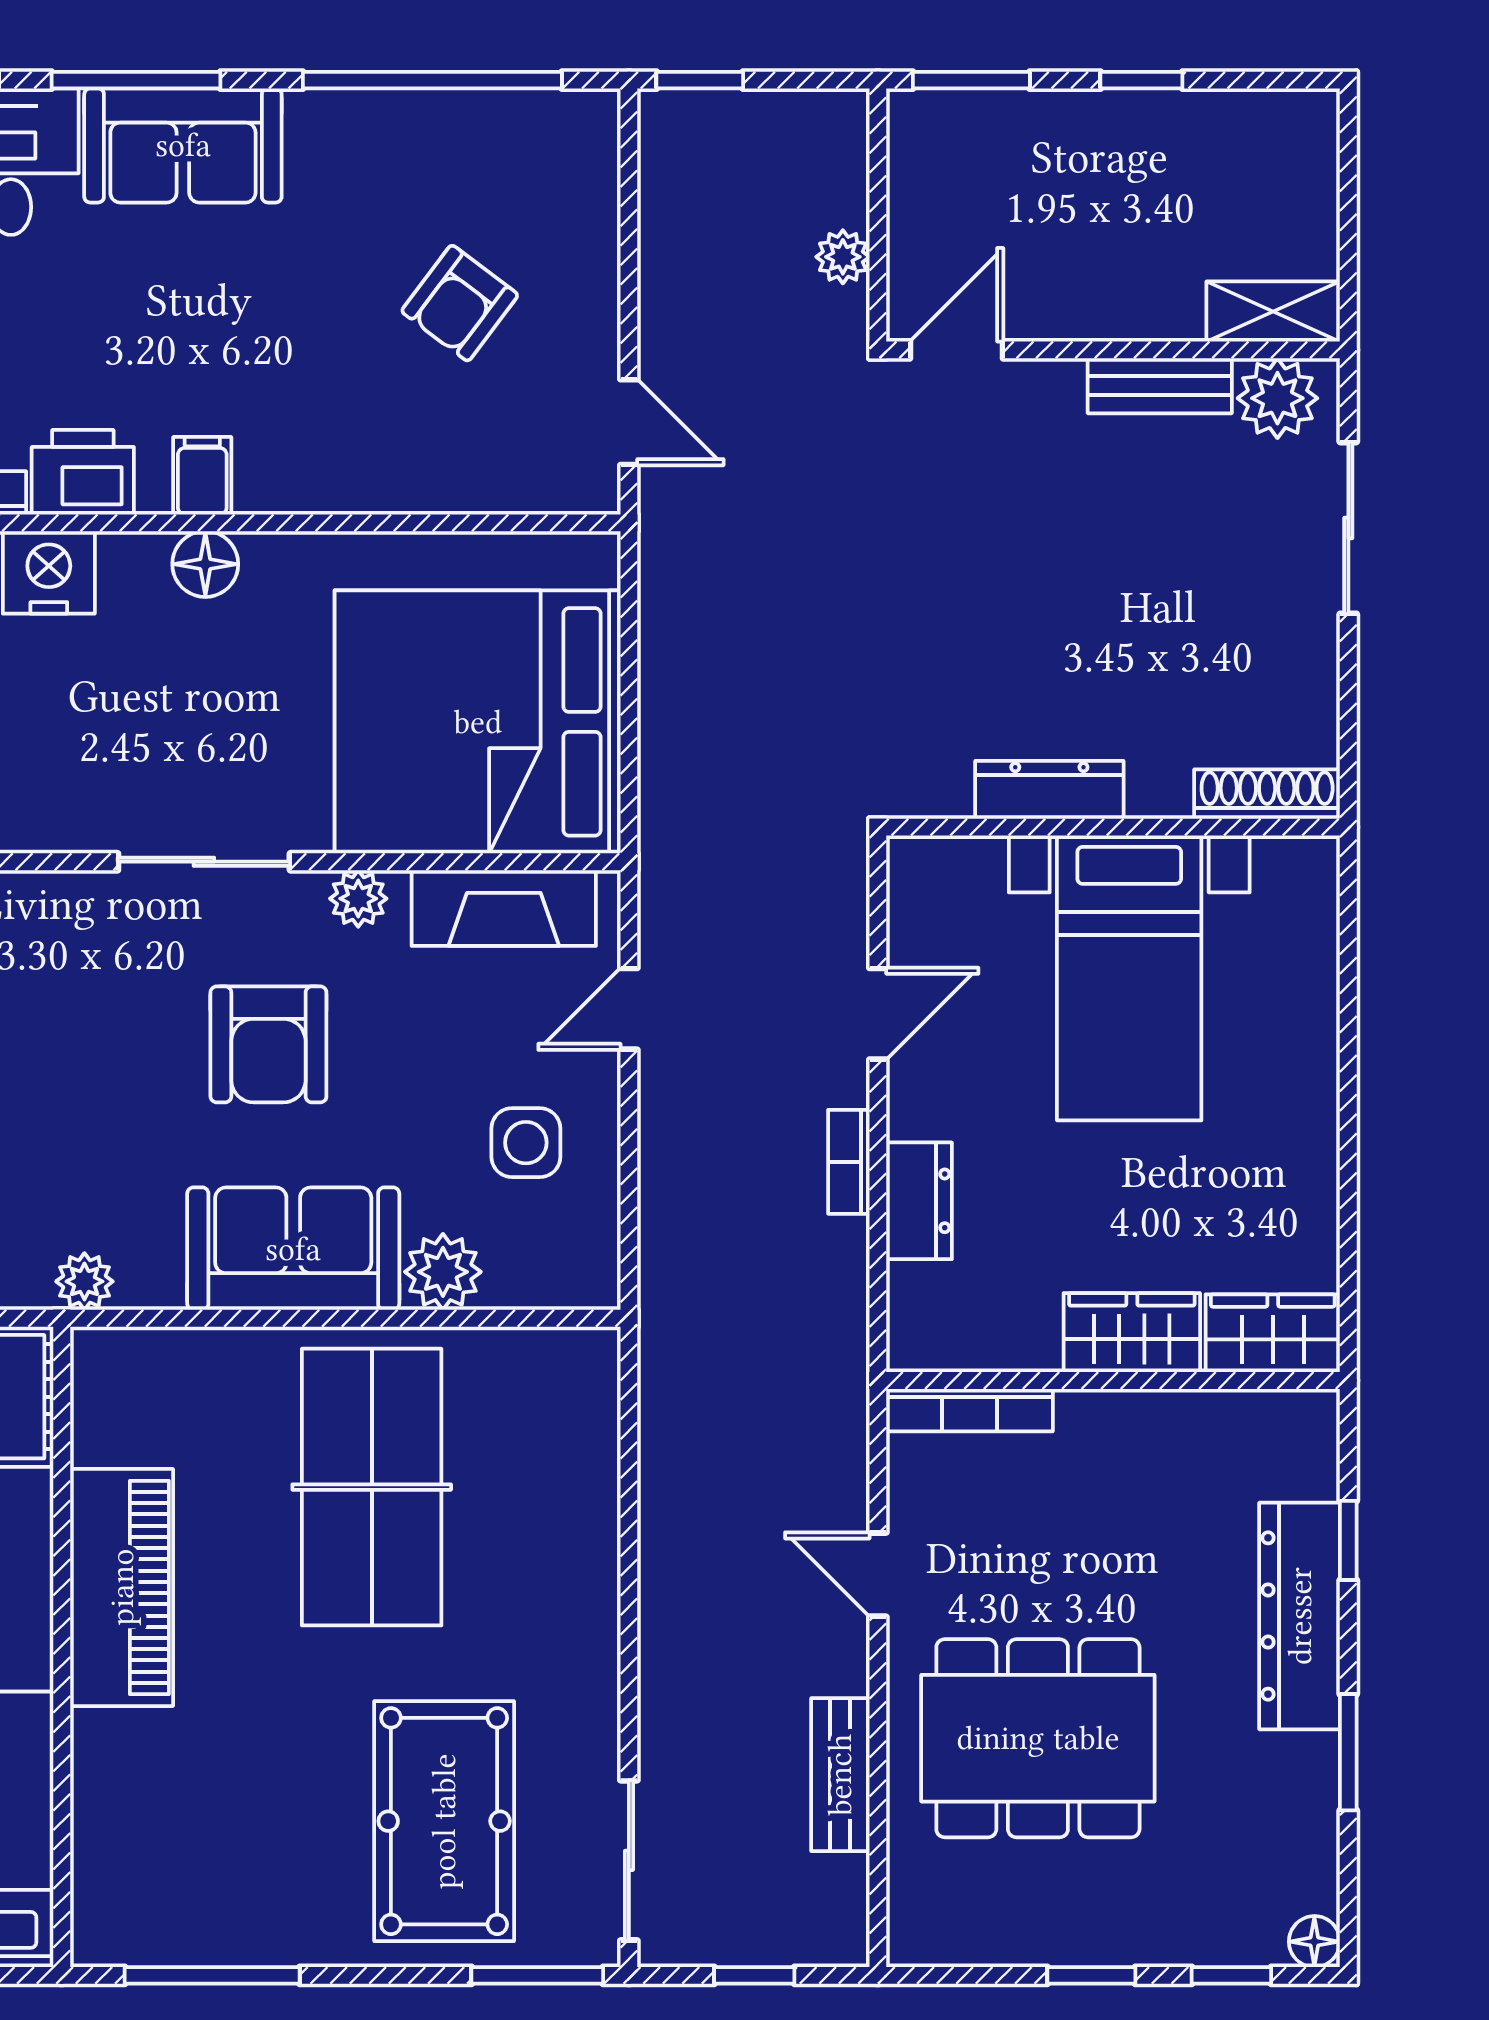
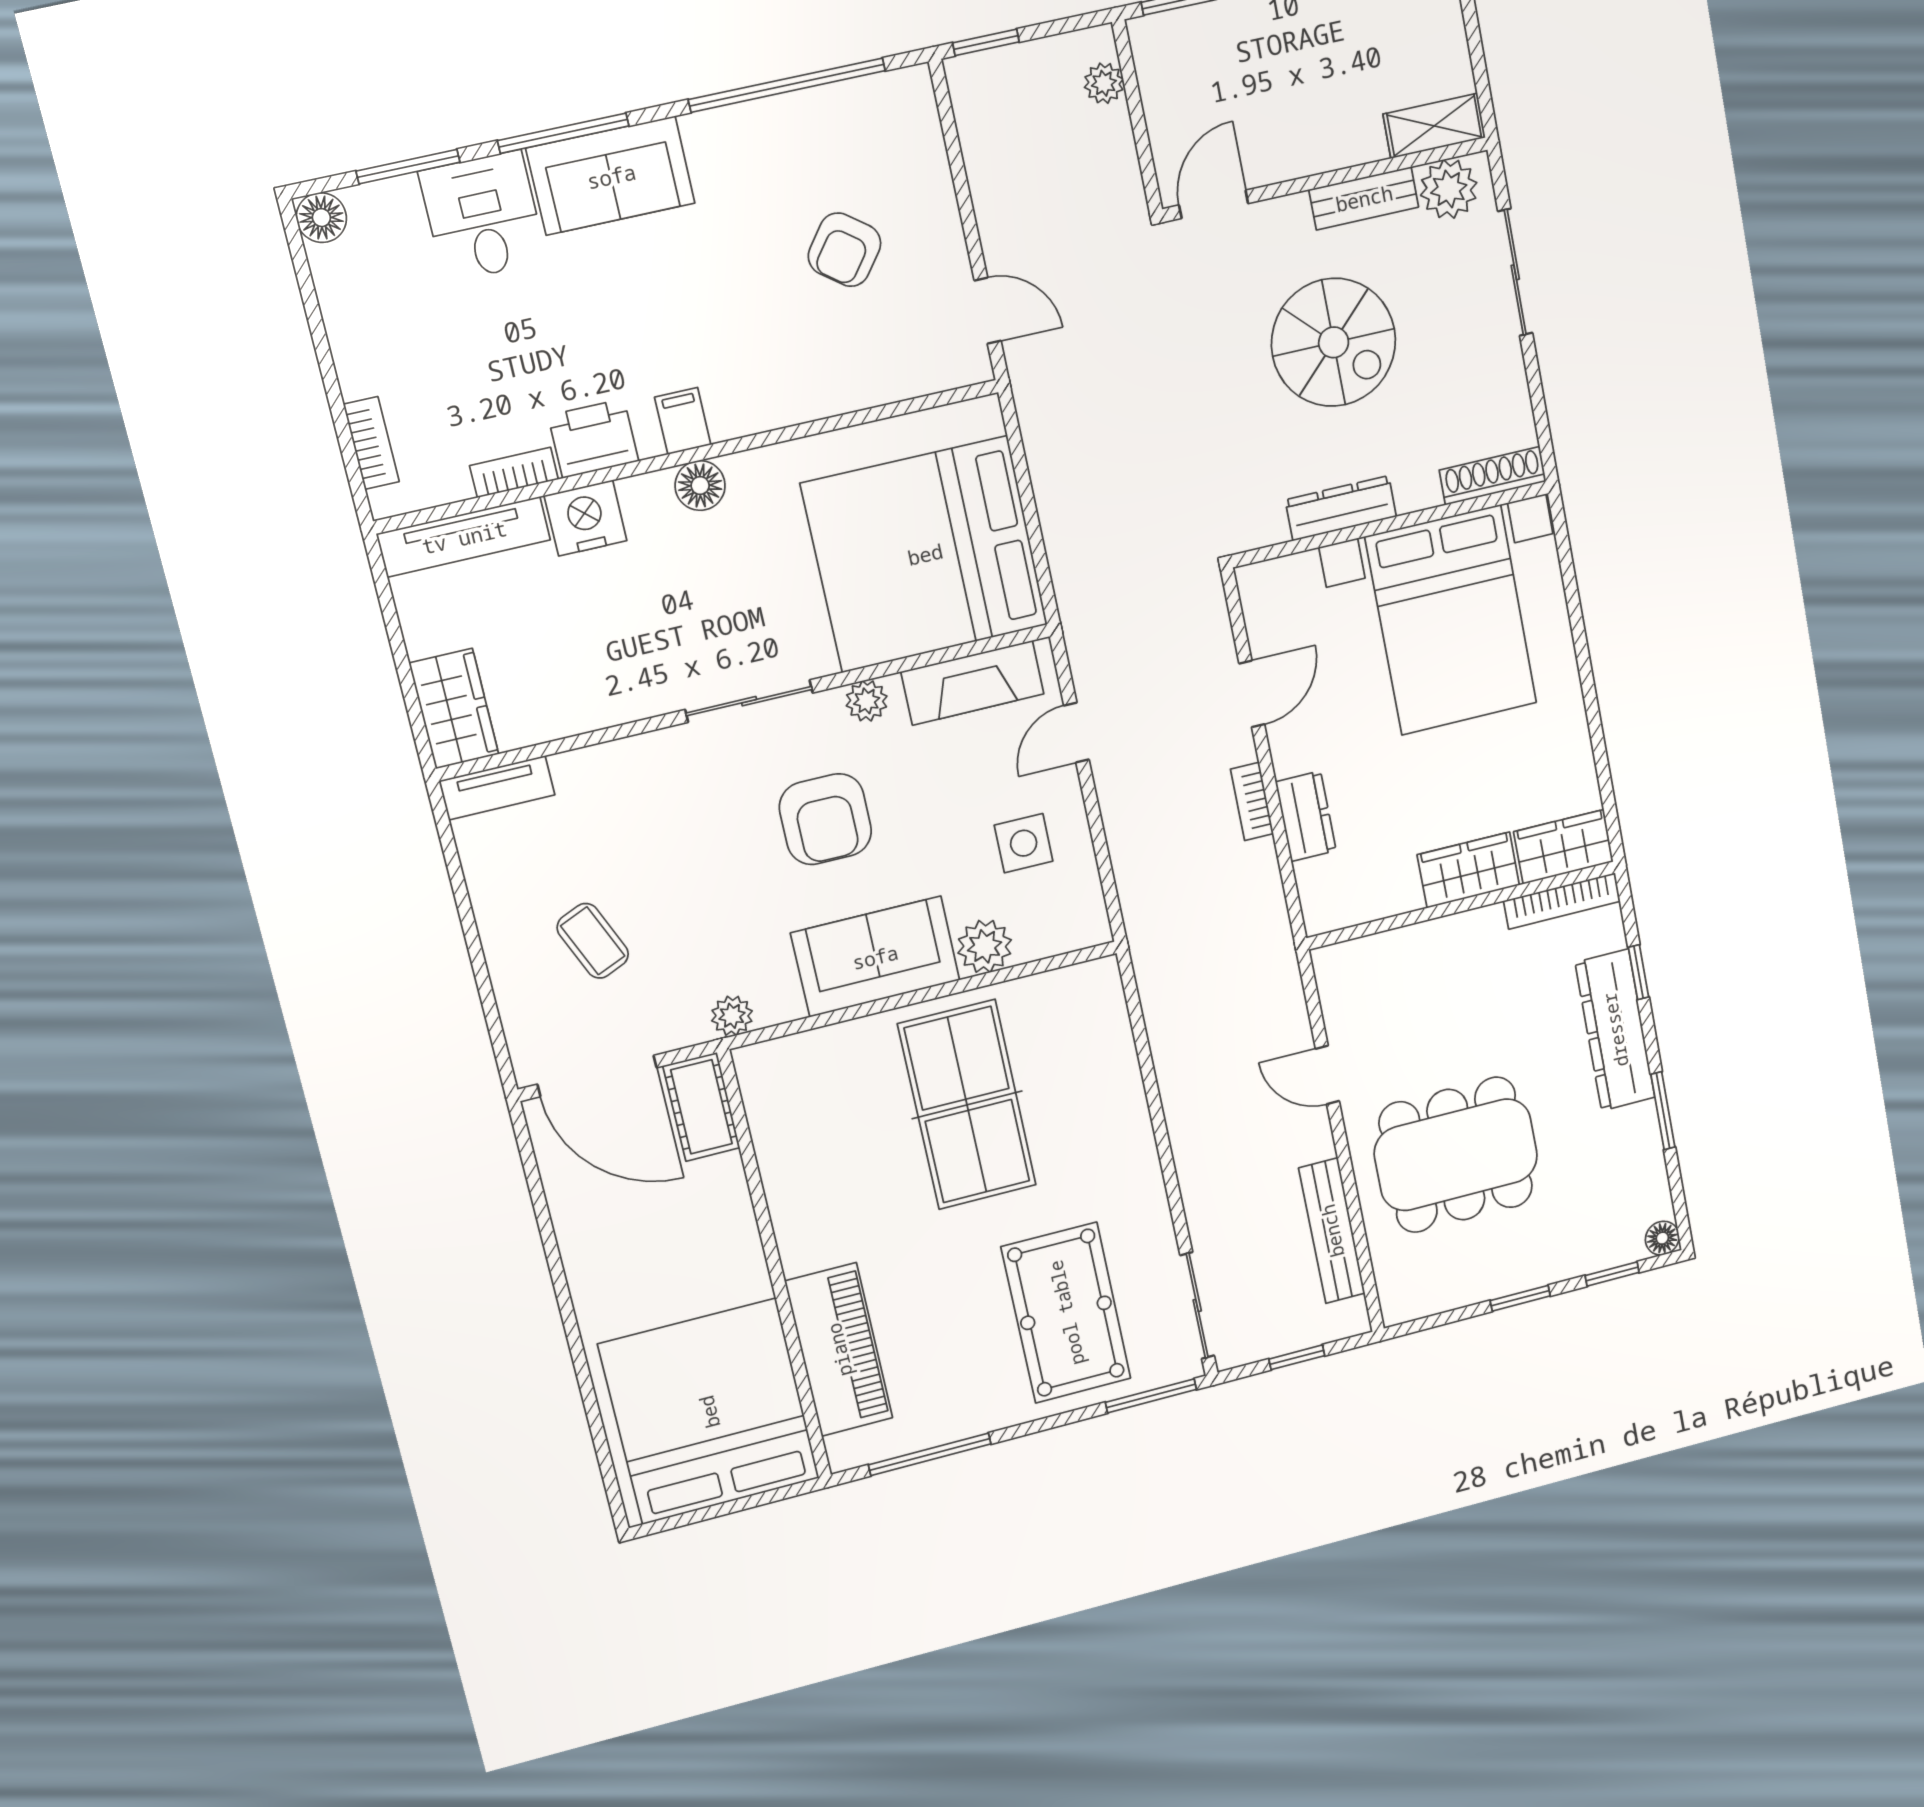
plant: (843, 257) -> (1104, 83), moved
spiral stairs: (1082, 566) -> (1334, 342), added
bed with nightstands: (1129, 978) -> (1451, 620), width x1.36
bookcase: (970, 1410) -> (1562, 901), moved
piano: (122, 1587) -> (839, 1350), moved
bench: (840, 1775) -> (1332, 1231), width x1.36

